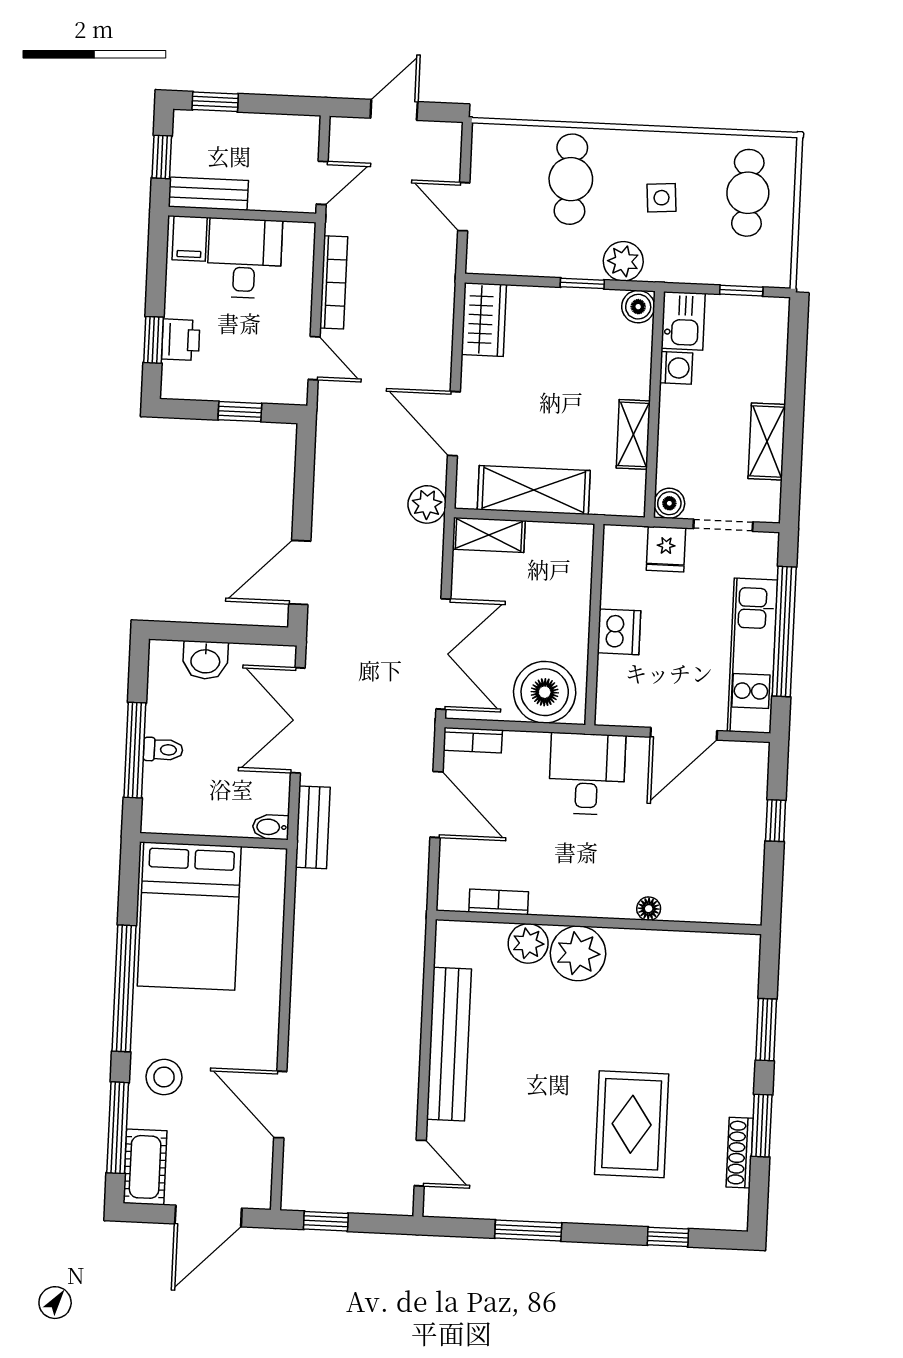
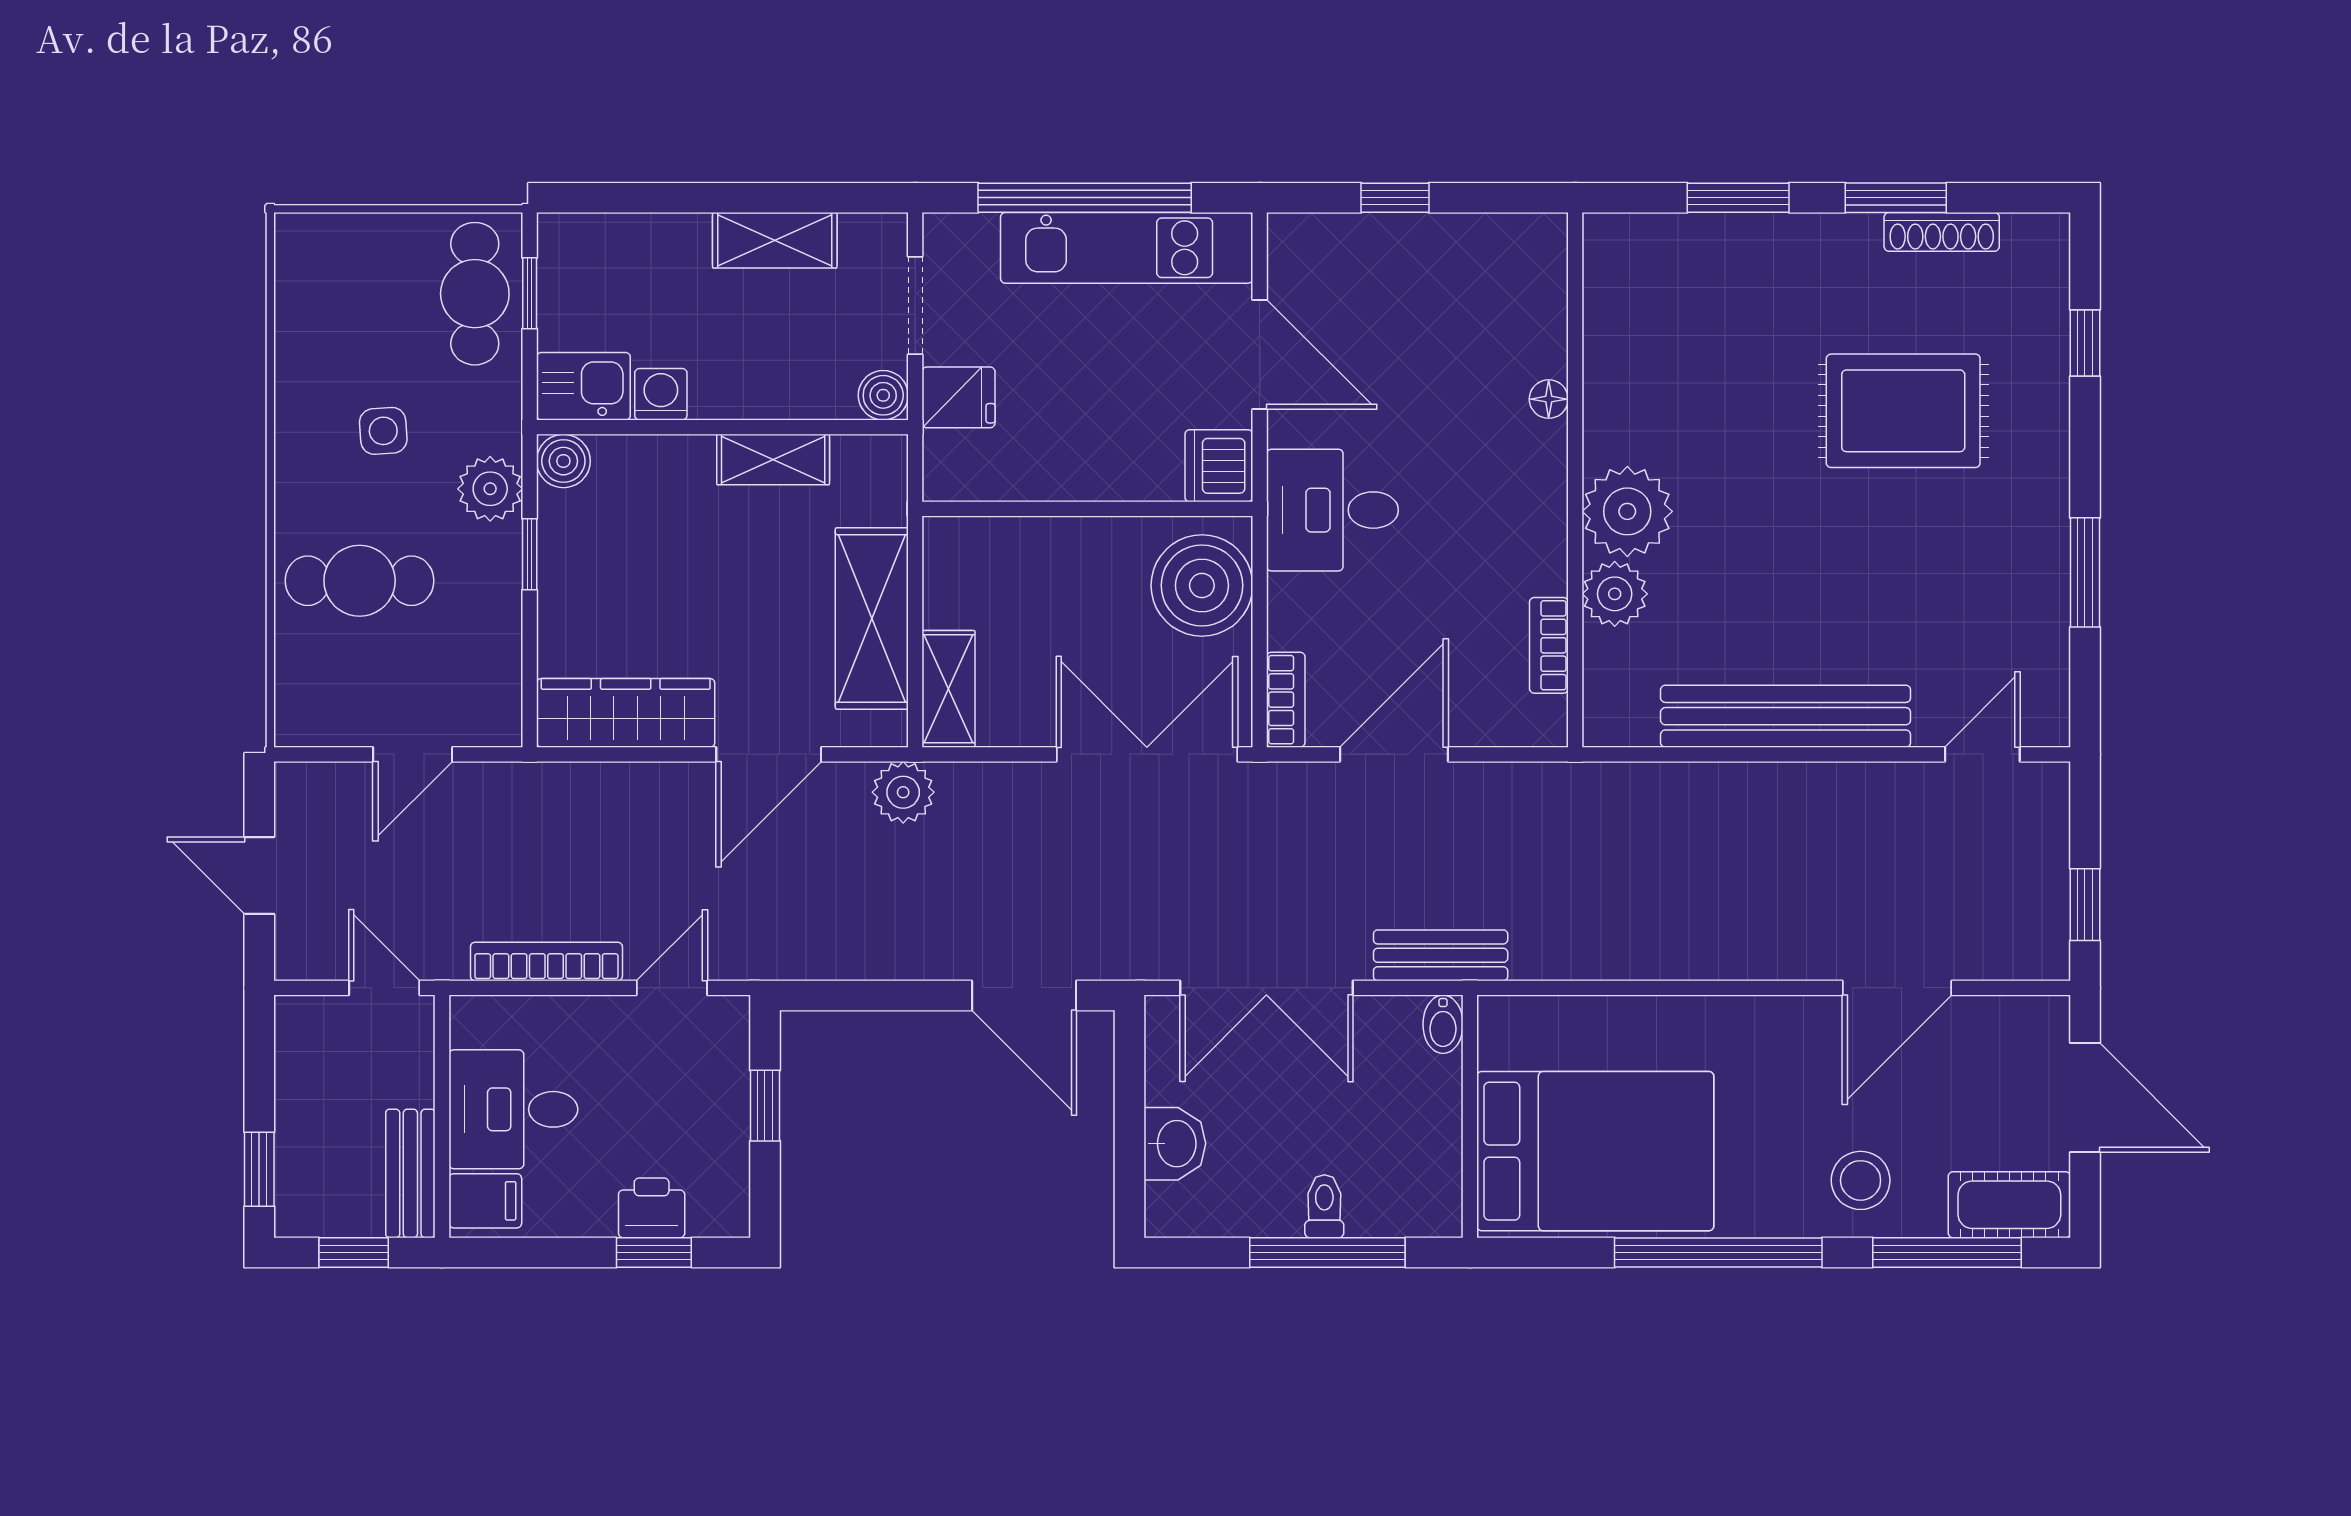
cafe table: (748, 193) -> (475, 294), moved, turned 90
wardrobe: (484, 320) -> (626, 713), width x1.50
dishwasher: (619, 632) -> (1219, 466), moved, turned -90

